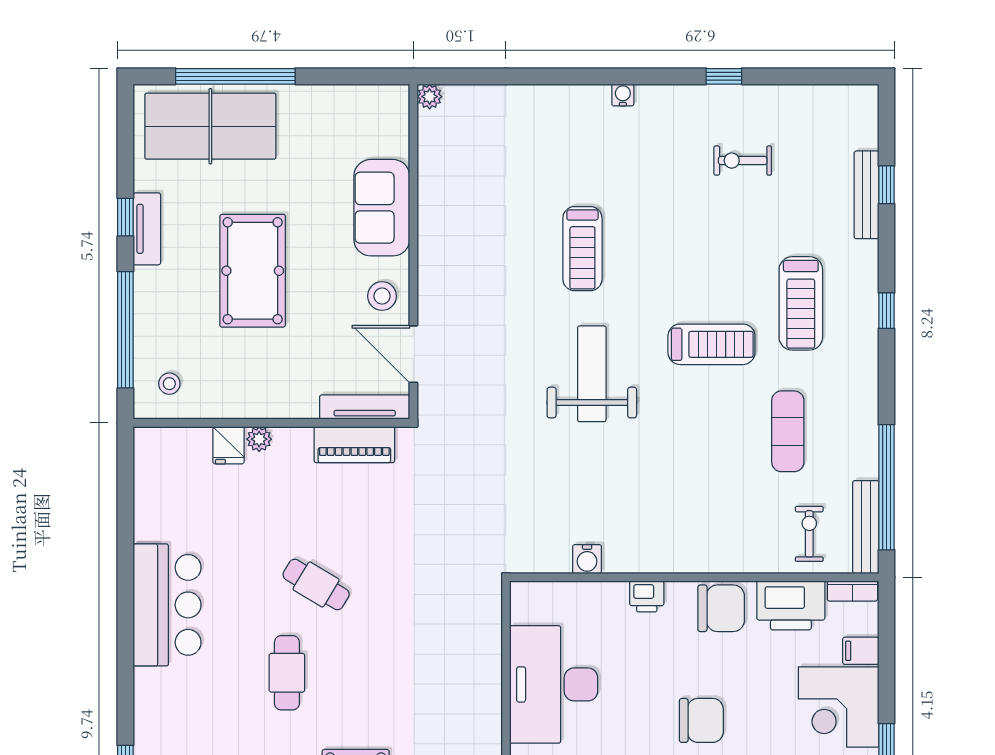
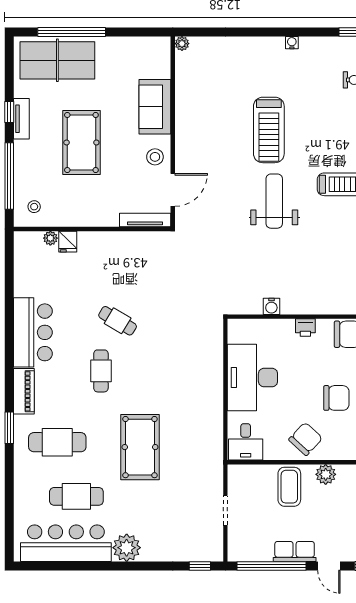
treadmill: (582, 249) -> (269, 130), width x1.37, depth x1.38
door: (413, 354) -> (173, 190), swing flipped
plant: (259, 439) -> (50, 238), moved
piano: (354, 445) -> (24, 391), moved, turned -90

